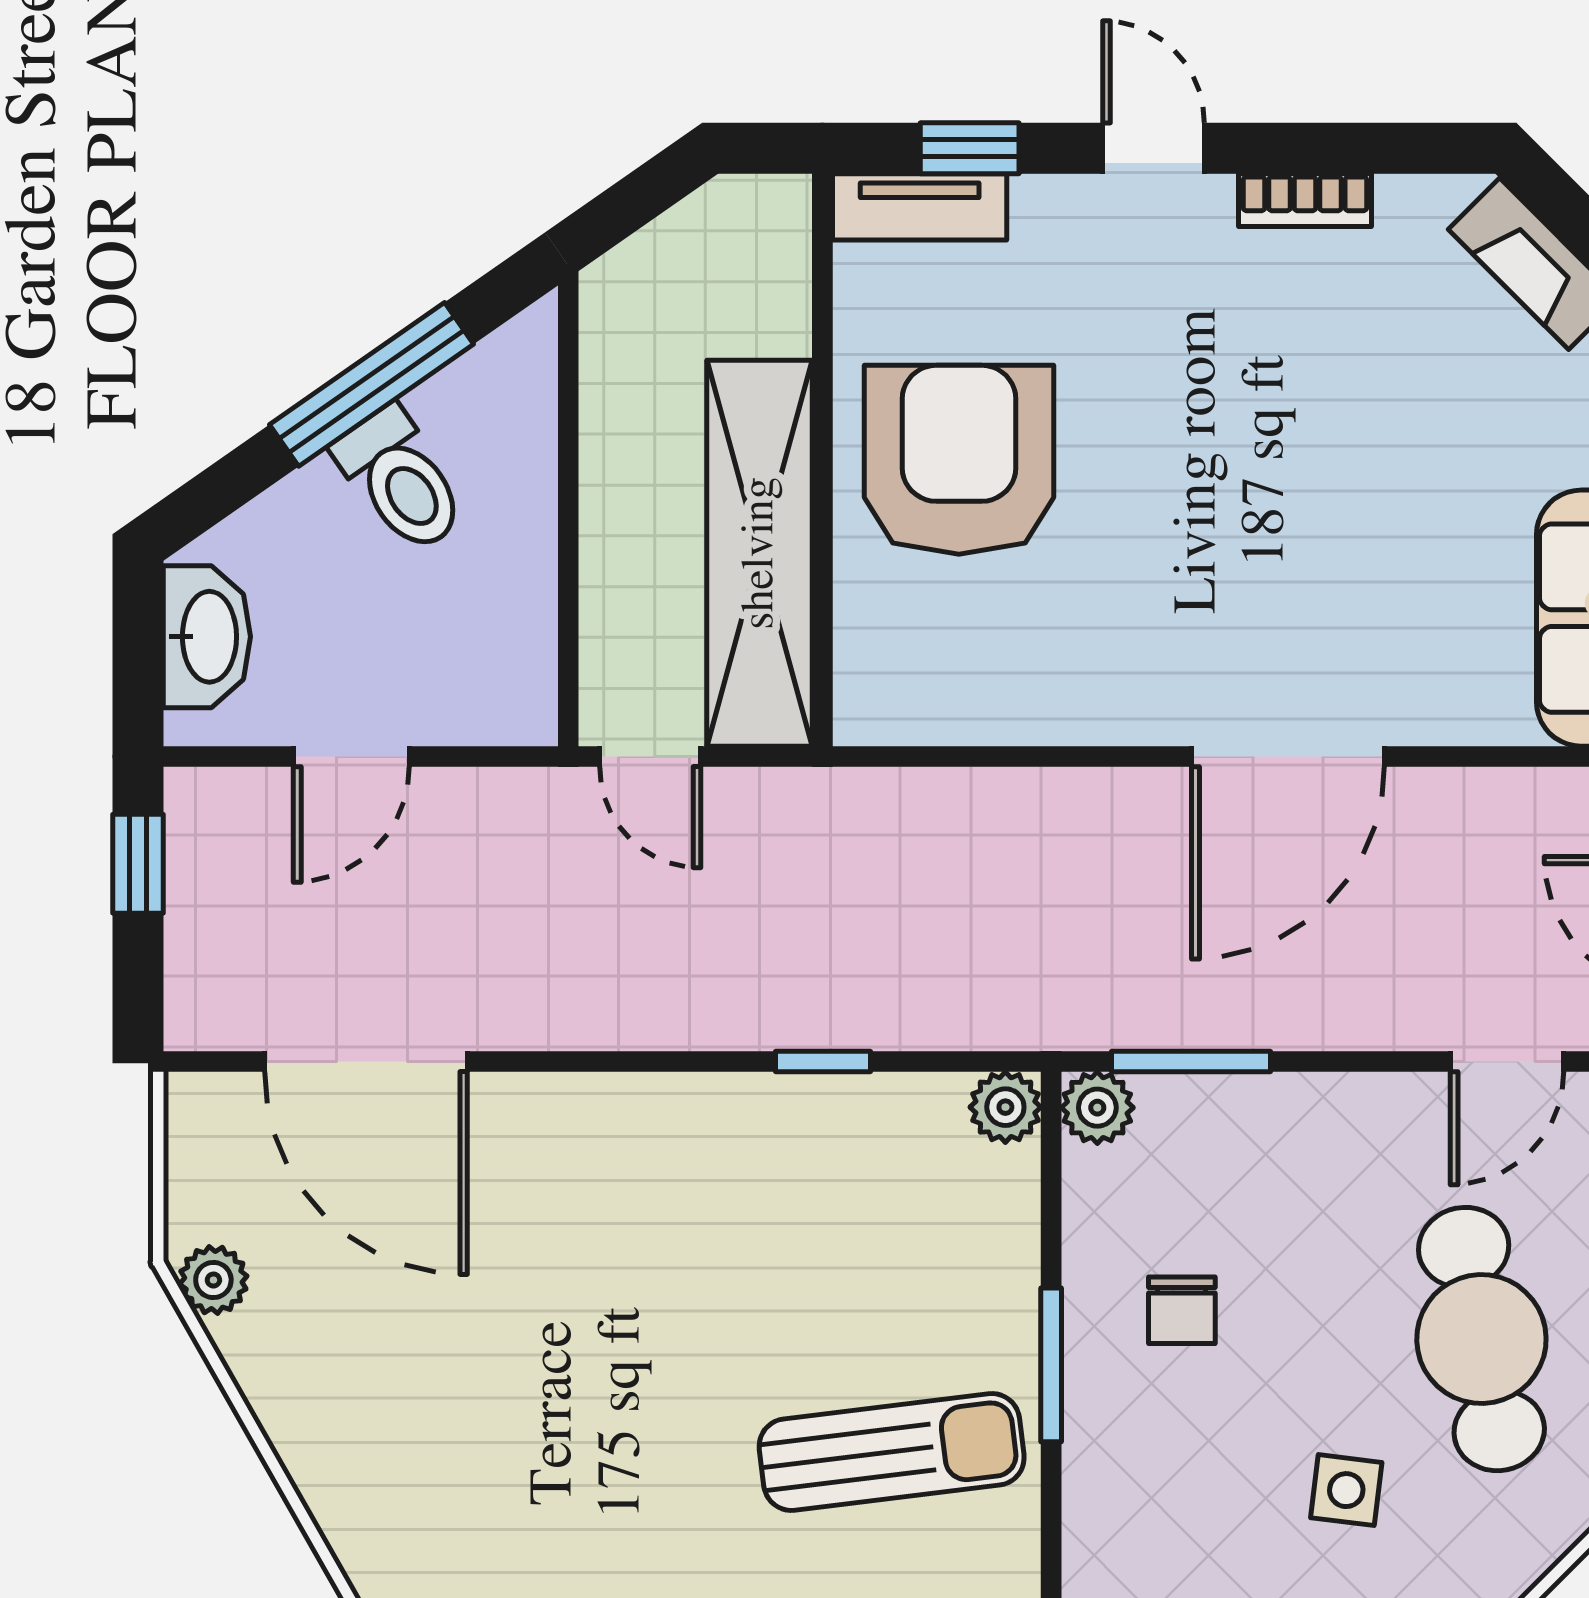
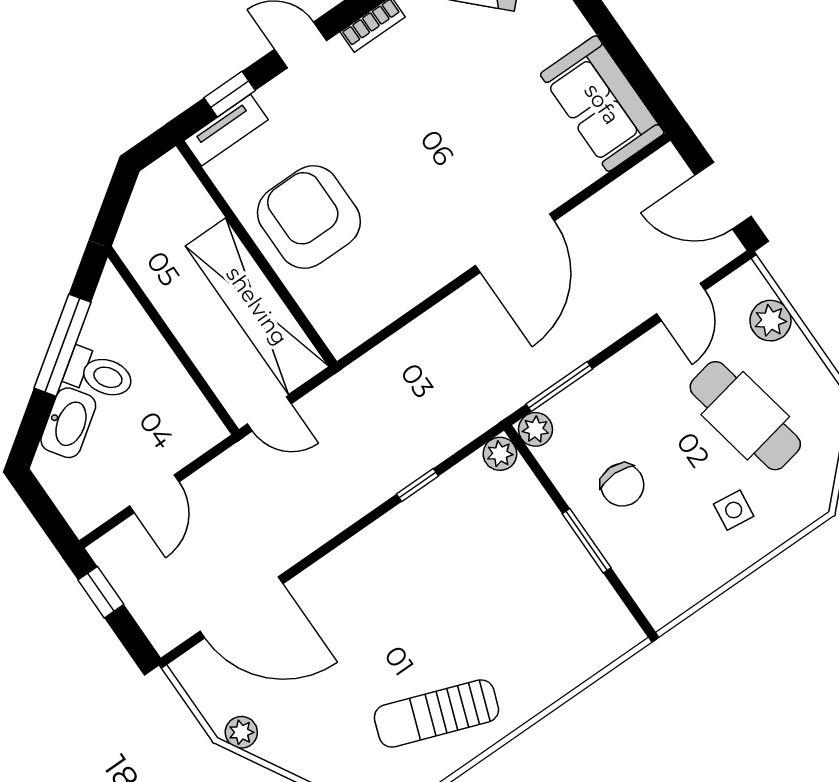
washbasin: (207, 637) -> (68, 423), moved, turned 55
chair: (1182, 1310) -> (622, 485), width x1.37, depth x1.37
sun lounger: (892, 1452) -> (436, 713), moved, turned -153

